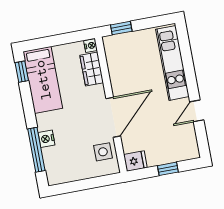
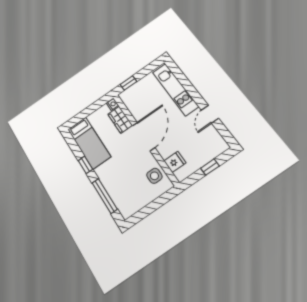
window: (22, 72) -> (85, 165), moved
door: (113, 117) -> (143, 137), moved
nightstand: (47, 139) -> (109, 184), removed
fridge: (135, 161) -> (175, 162), moved

